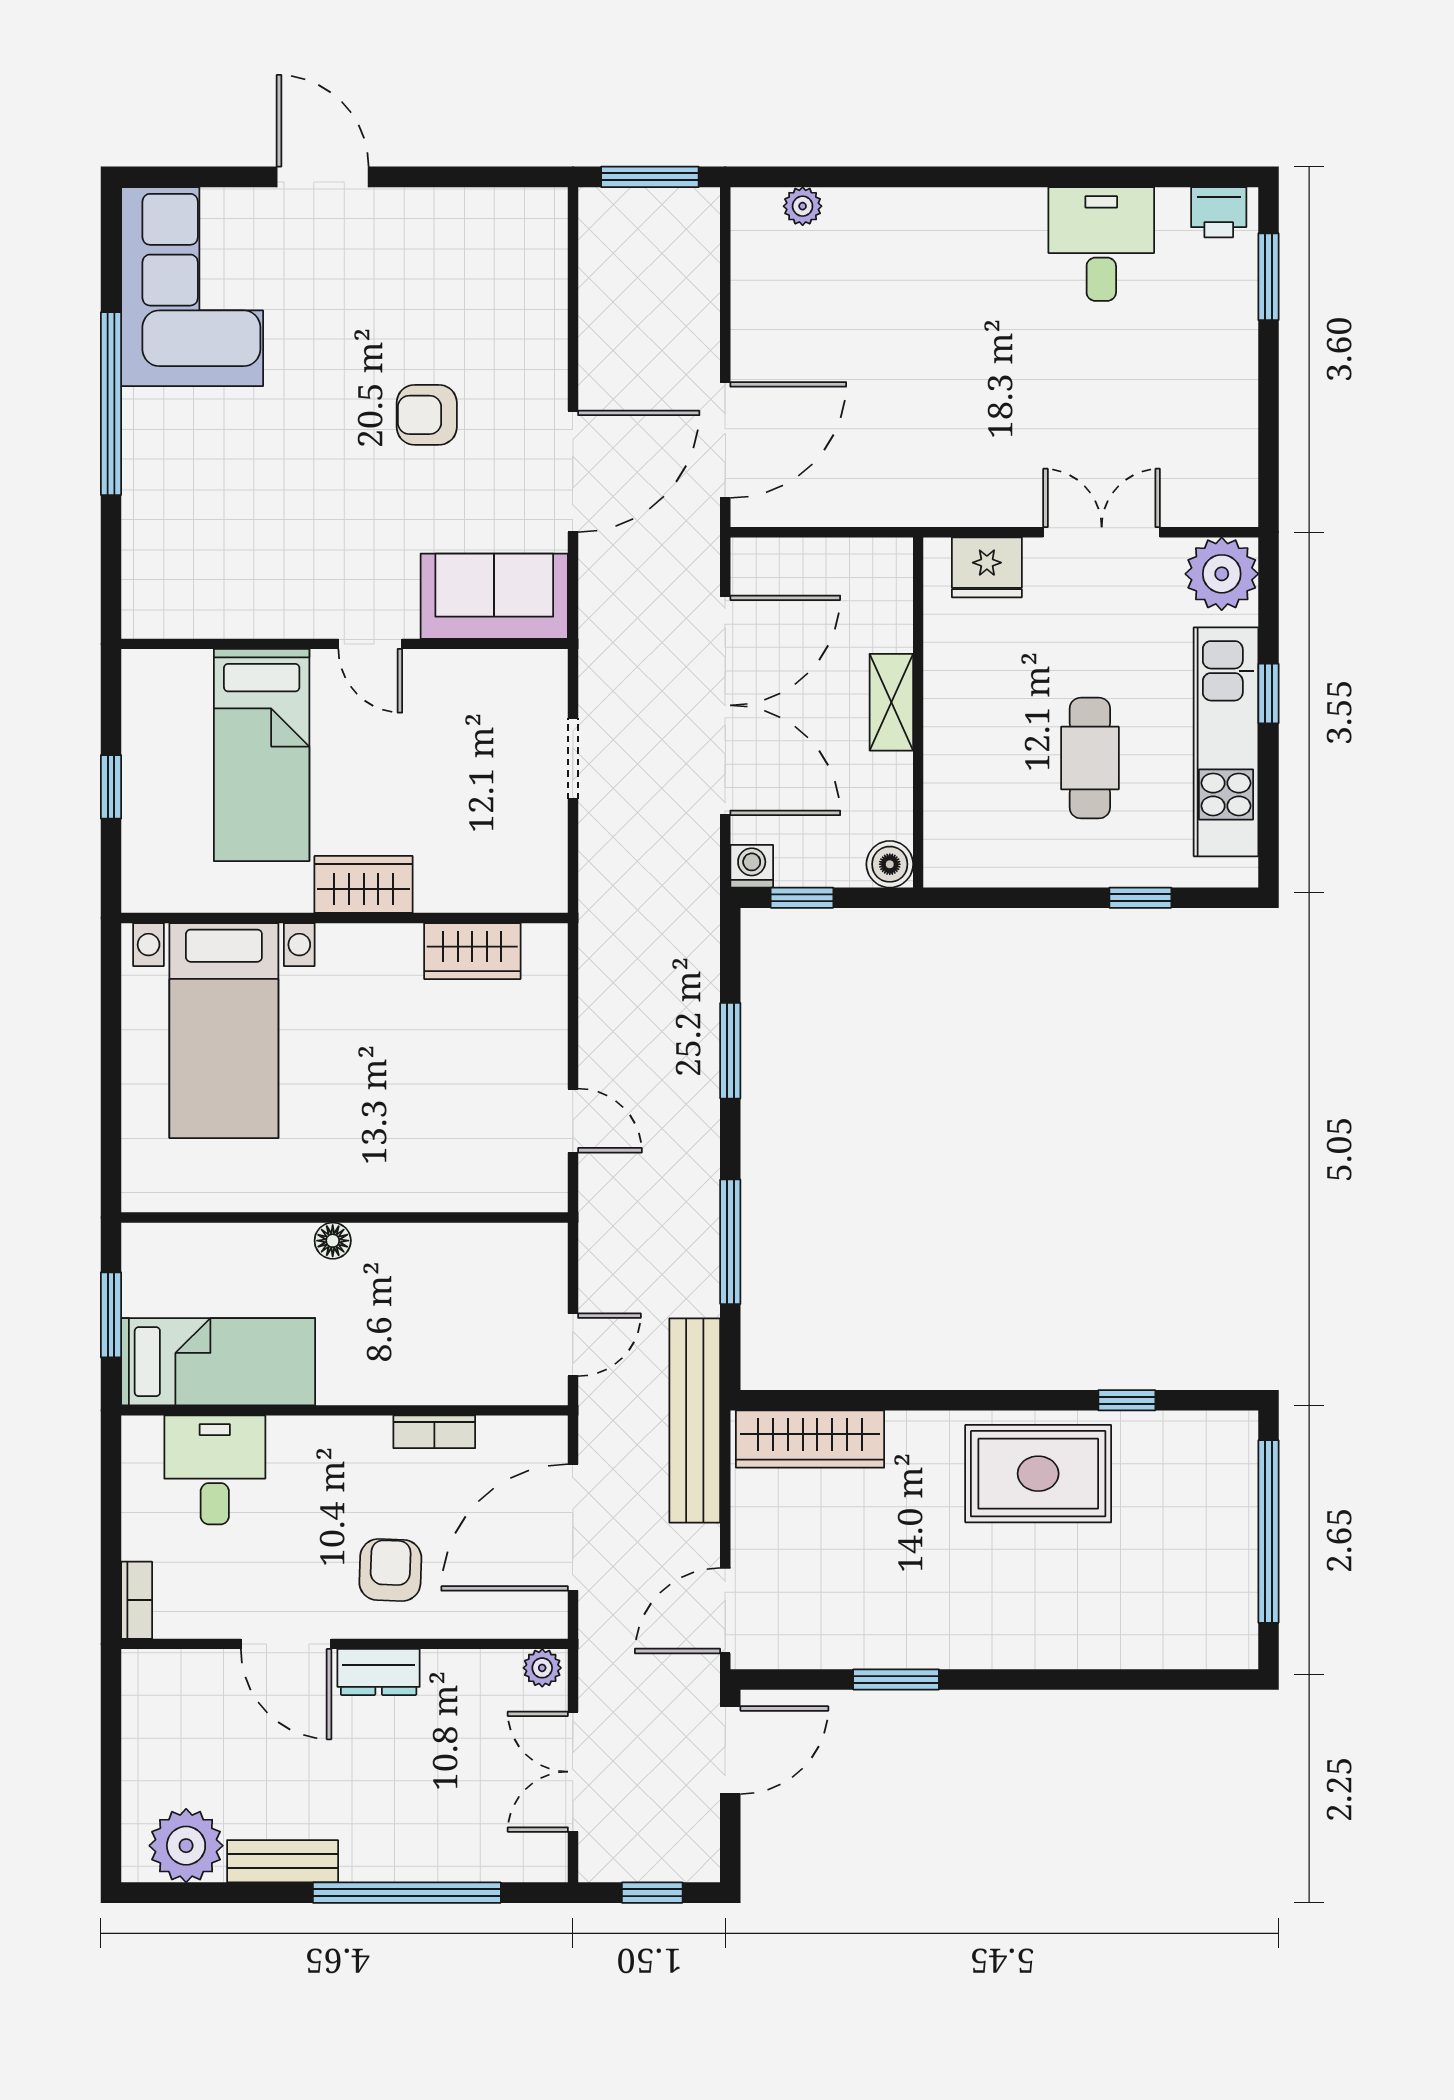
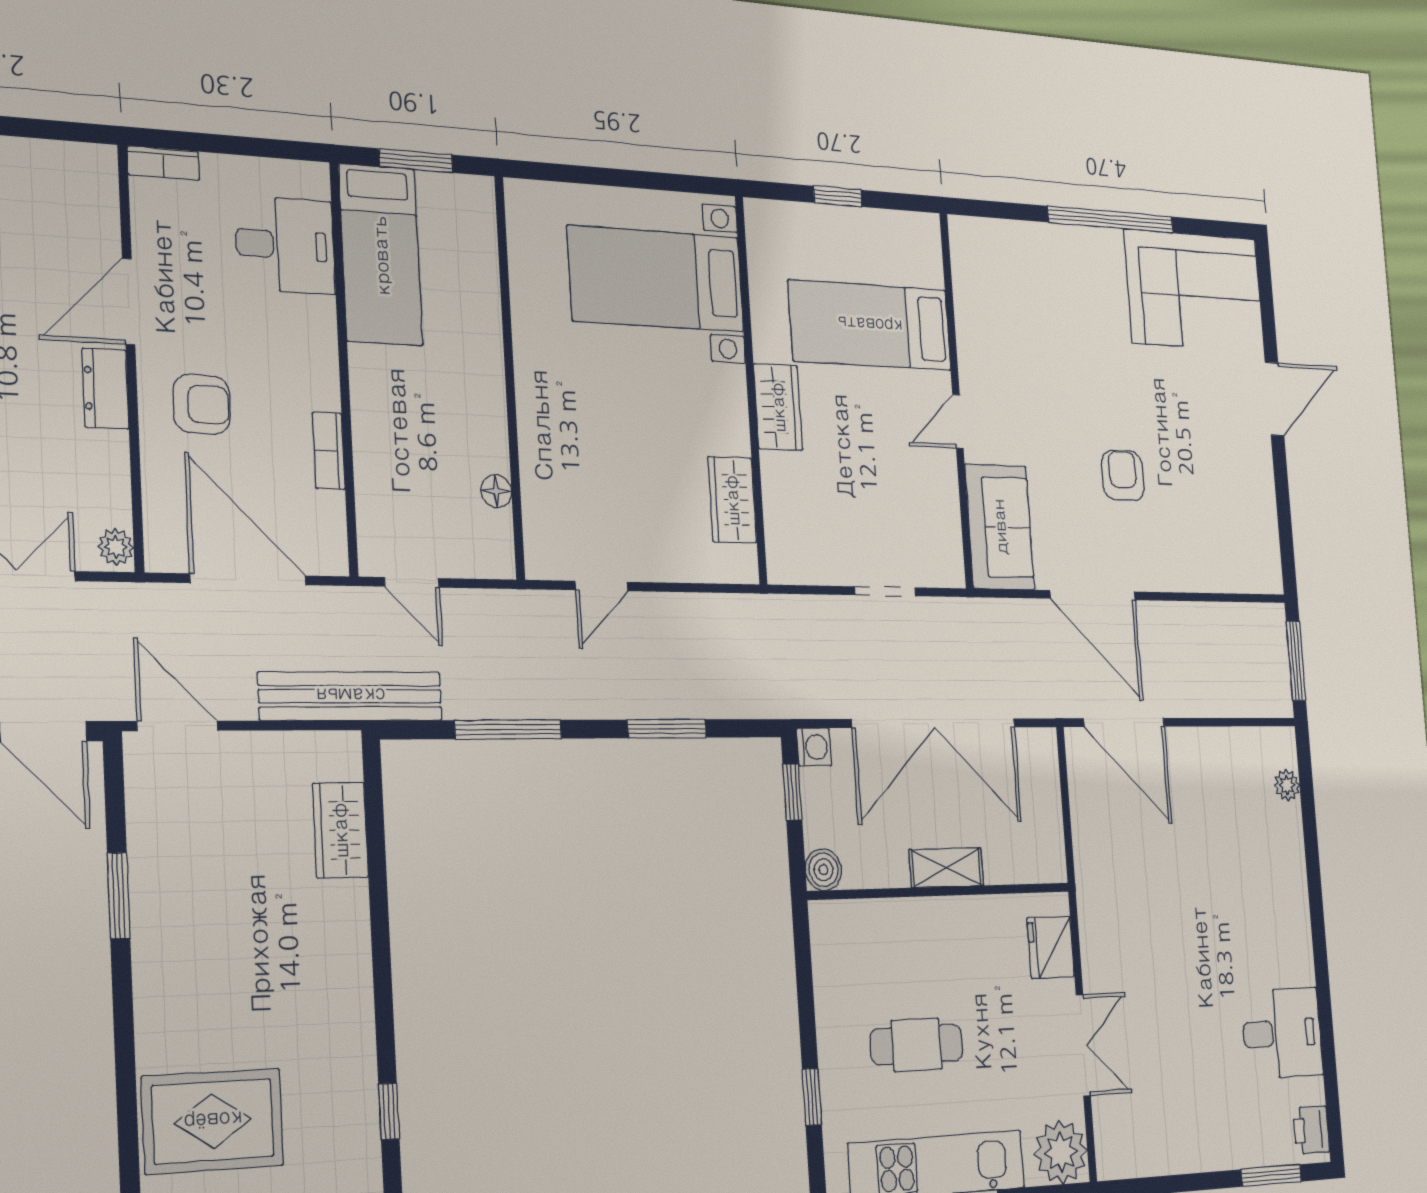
floor lamp: (333, 1241) -> (496, 491), moved
wardrobe: (810, 1439) -> (340, 830), width x0.67
rug: (1038, 1474) -> (213, 1121), moved, turned 90

